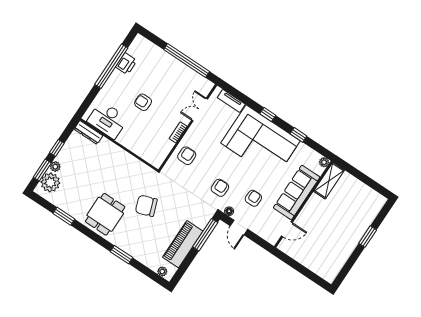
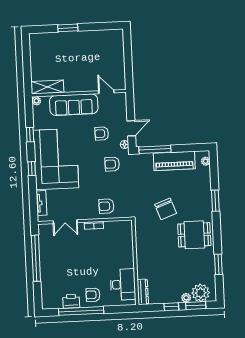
armchair: (143, 102) -> (93, 295), moved, turned 90

